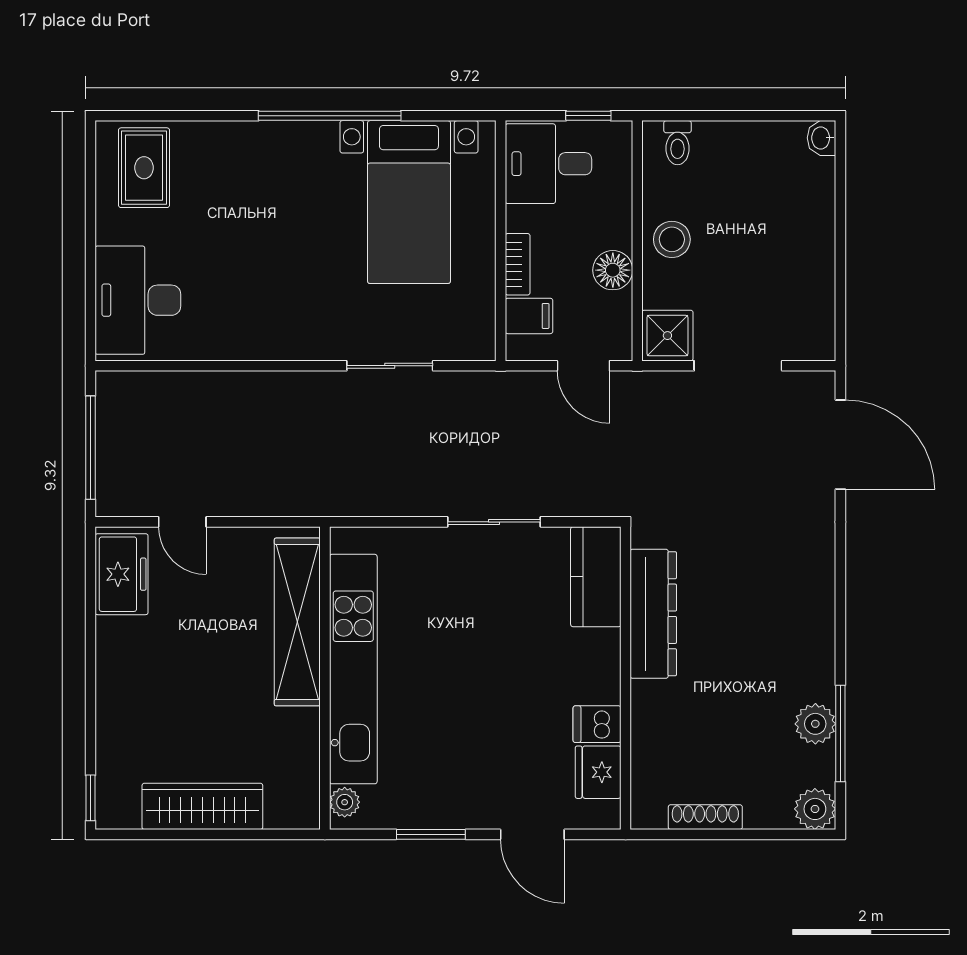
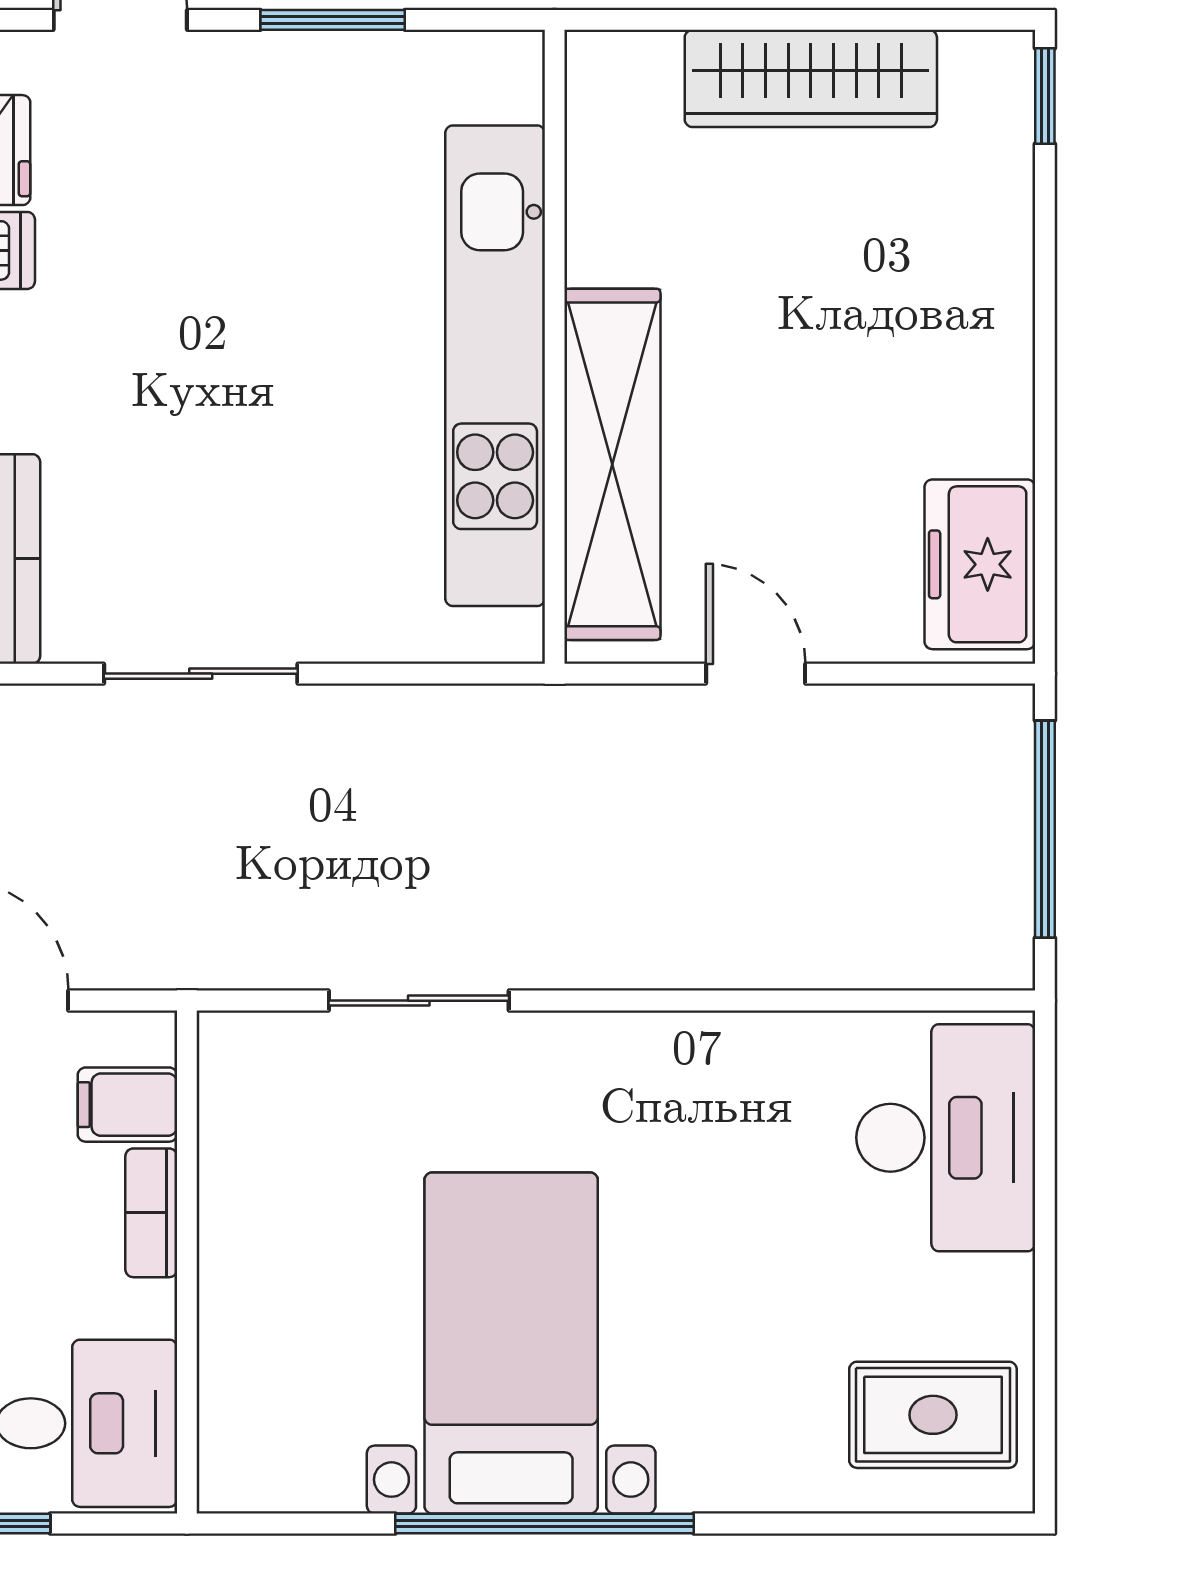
rug: (144, 168) -> (933, 1415), turned 90
bed with nightstands: (409, 202) -> (511, 1343), moved
door: (182, 522) -> (756, 674), moved
plant: (345, 802) -> (513, 87), removed

